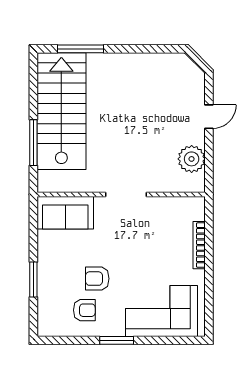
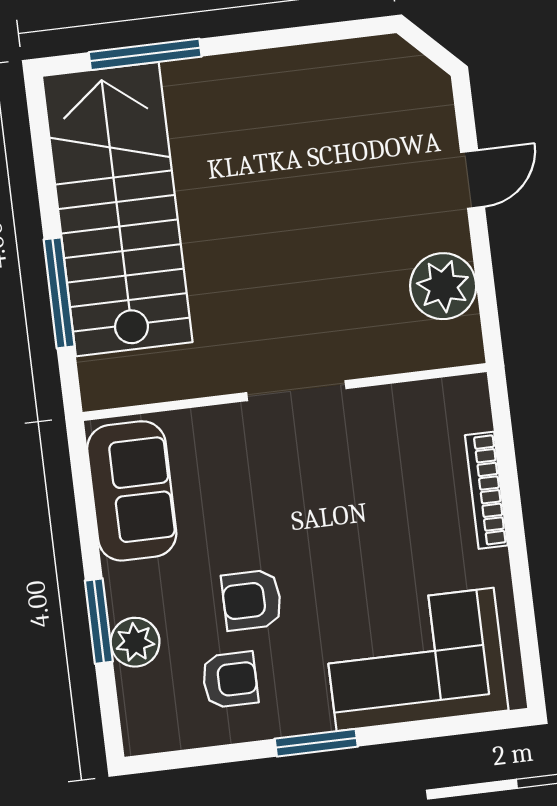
sofa: (65, 213) -> (132, 491), moved, turned -90
plant: (47, 290) -> (135, 642), added

